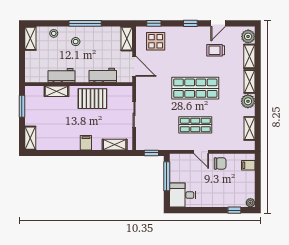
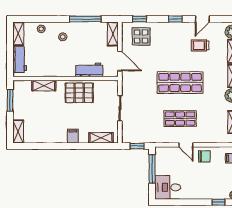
window: (85, 23) -> (85, 19), moved
workbench: (62, 75) -> (20, 60), moved, turned 90

